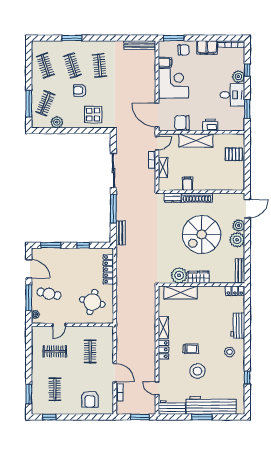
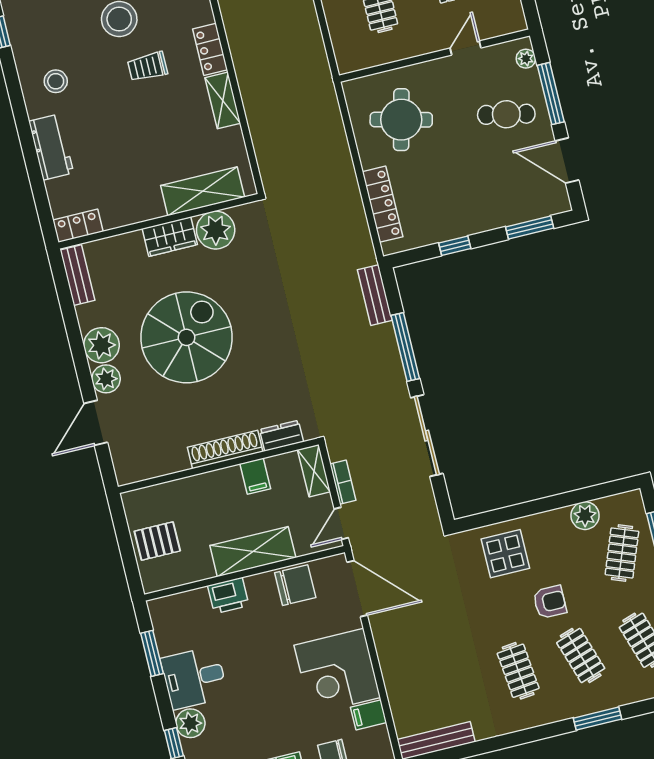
filing cabinet: (187, 184) -> (255, 476), moved
wall: (201, 192) -> (218, 466), moved
dresser: (173, 198) -> (282, 436), moved
shoe rack: (197, 198) -> (225, 450), moved

